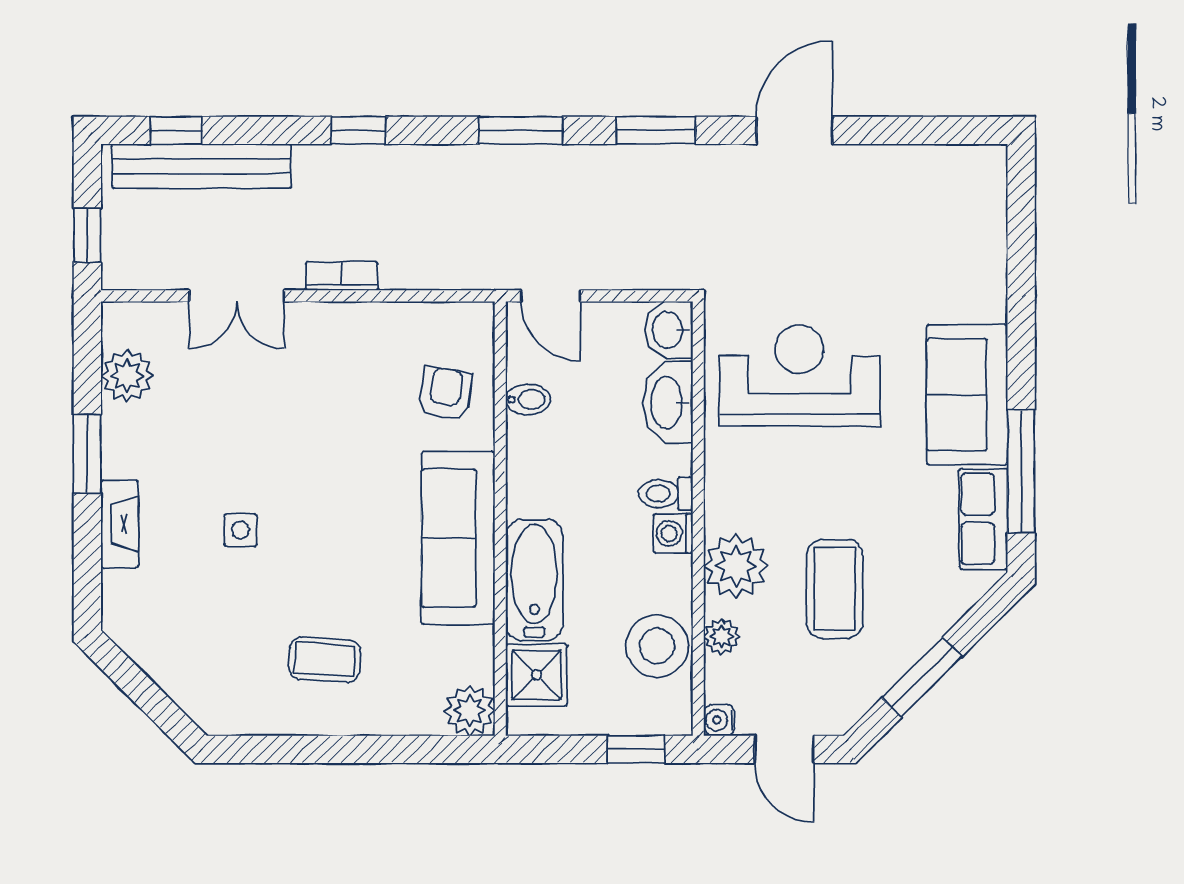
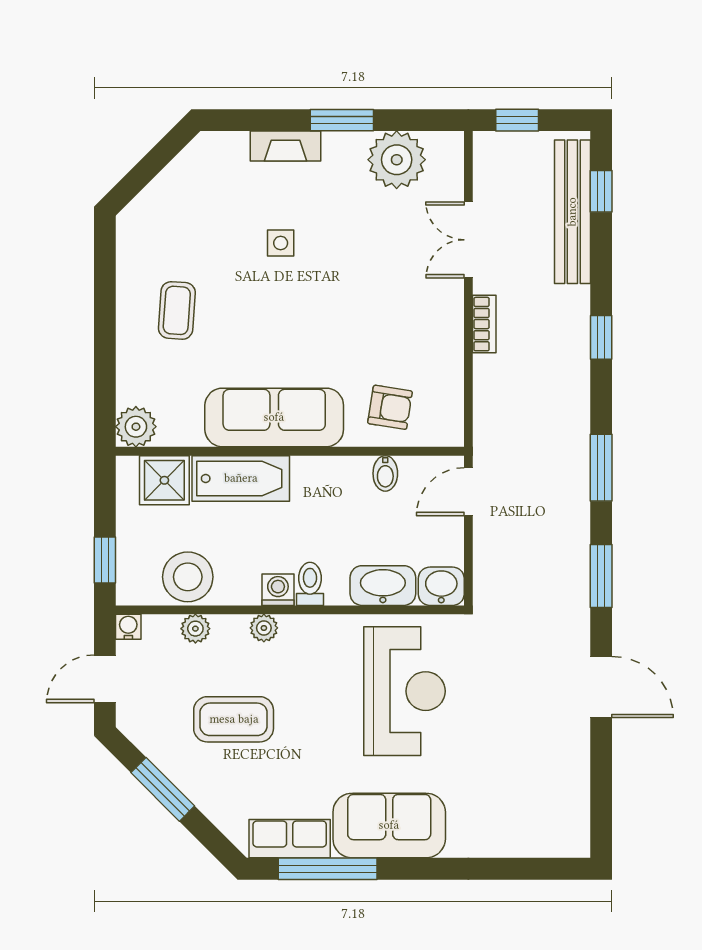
plant: (127, 376) -> (397, 160), width x1.36, depth x1.36
plant: (736, 566) -> (264, 628), width x0.53, depth x0.53

